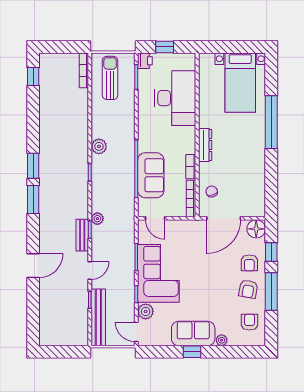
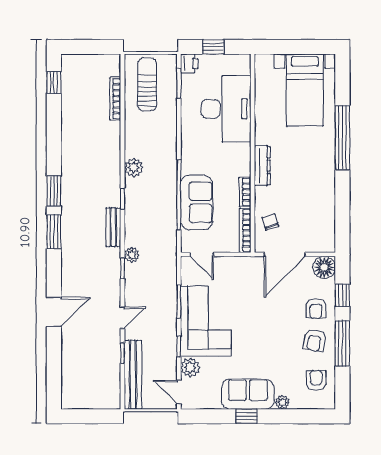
bookcase: (84, 70) -> (115, 99), moved
bench: (82, 235) -> (113, 227), moved

